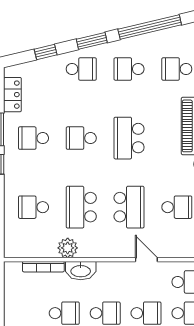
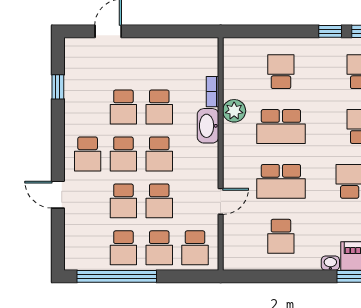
school desk: (81, 207) -> (281, 127), turned 180
bookcase: (43, 267) -> (213, 92), width x0.64

